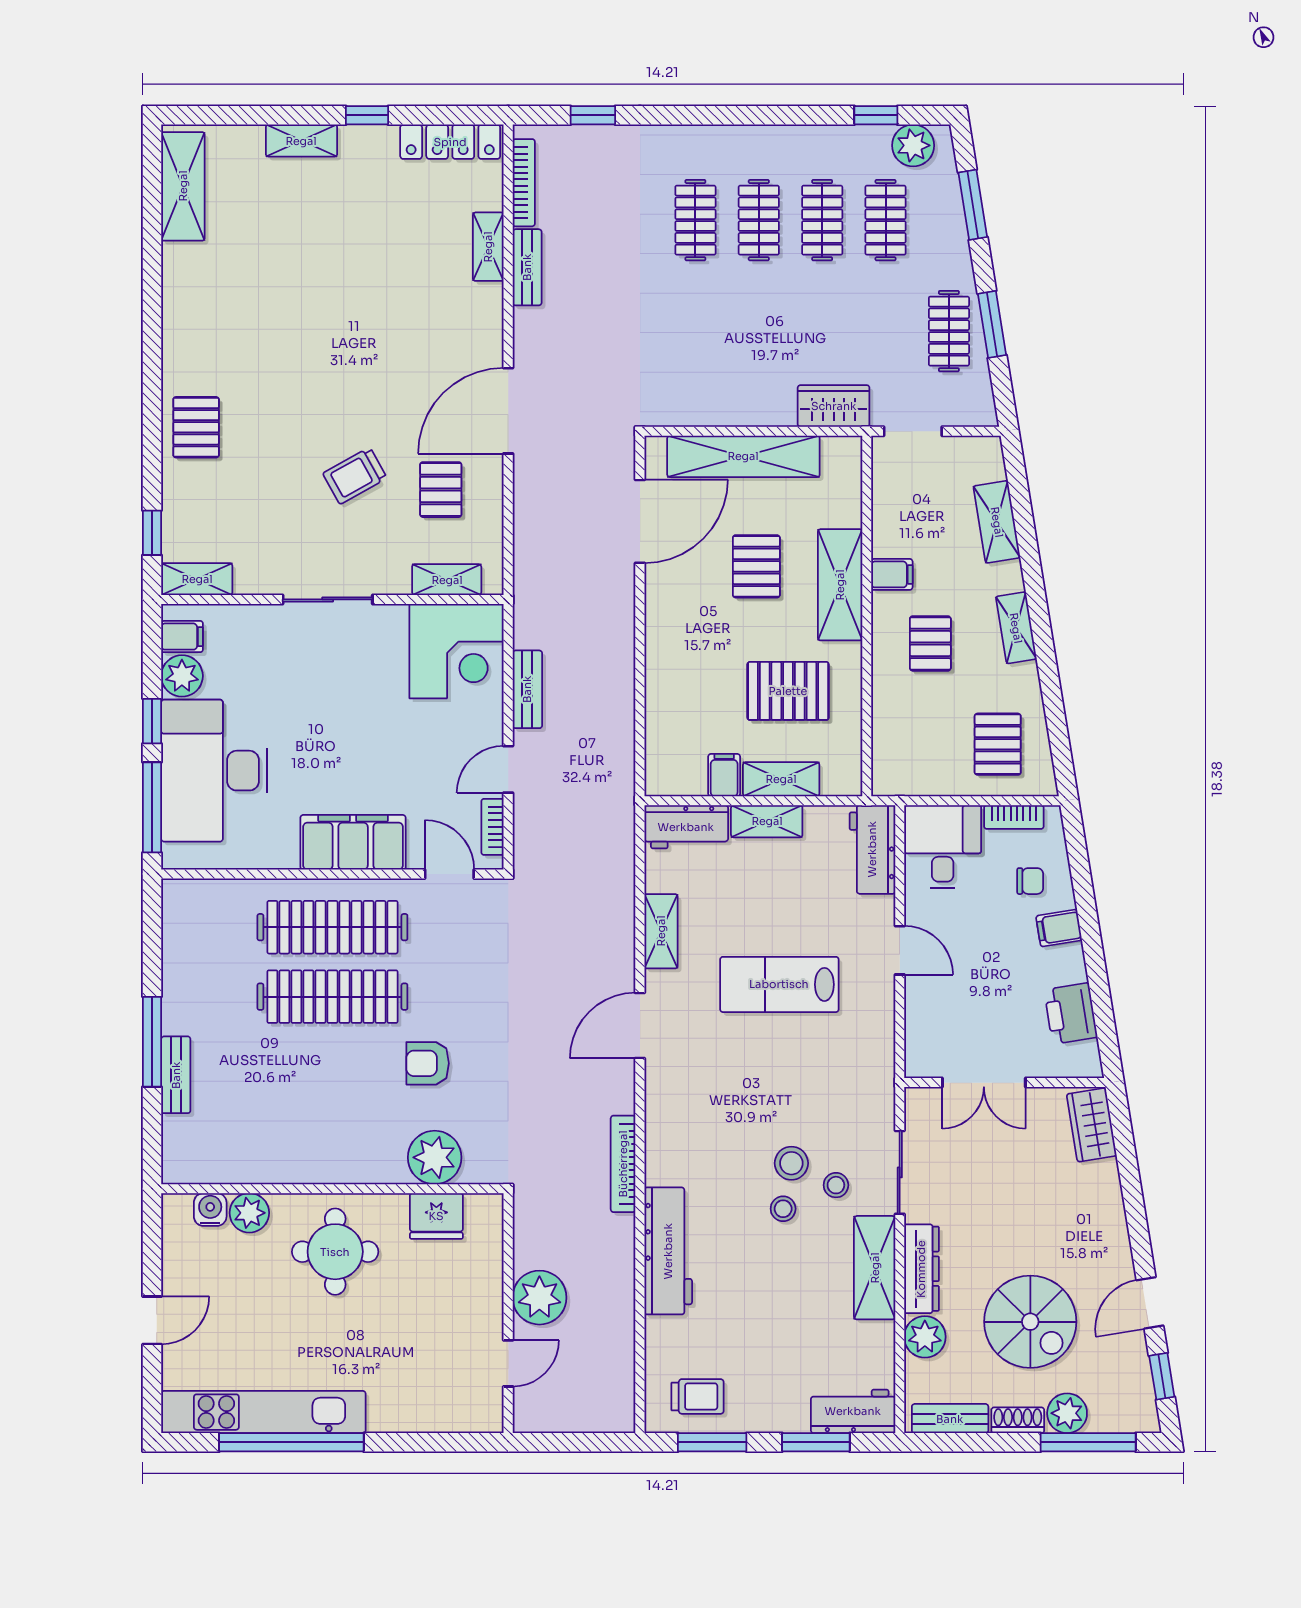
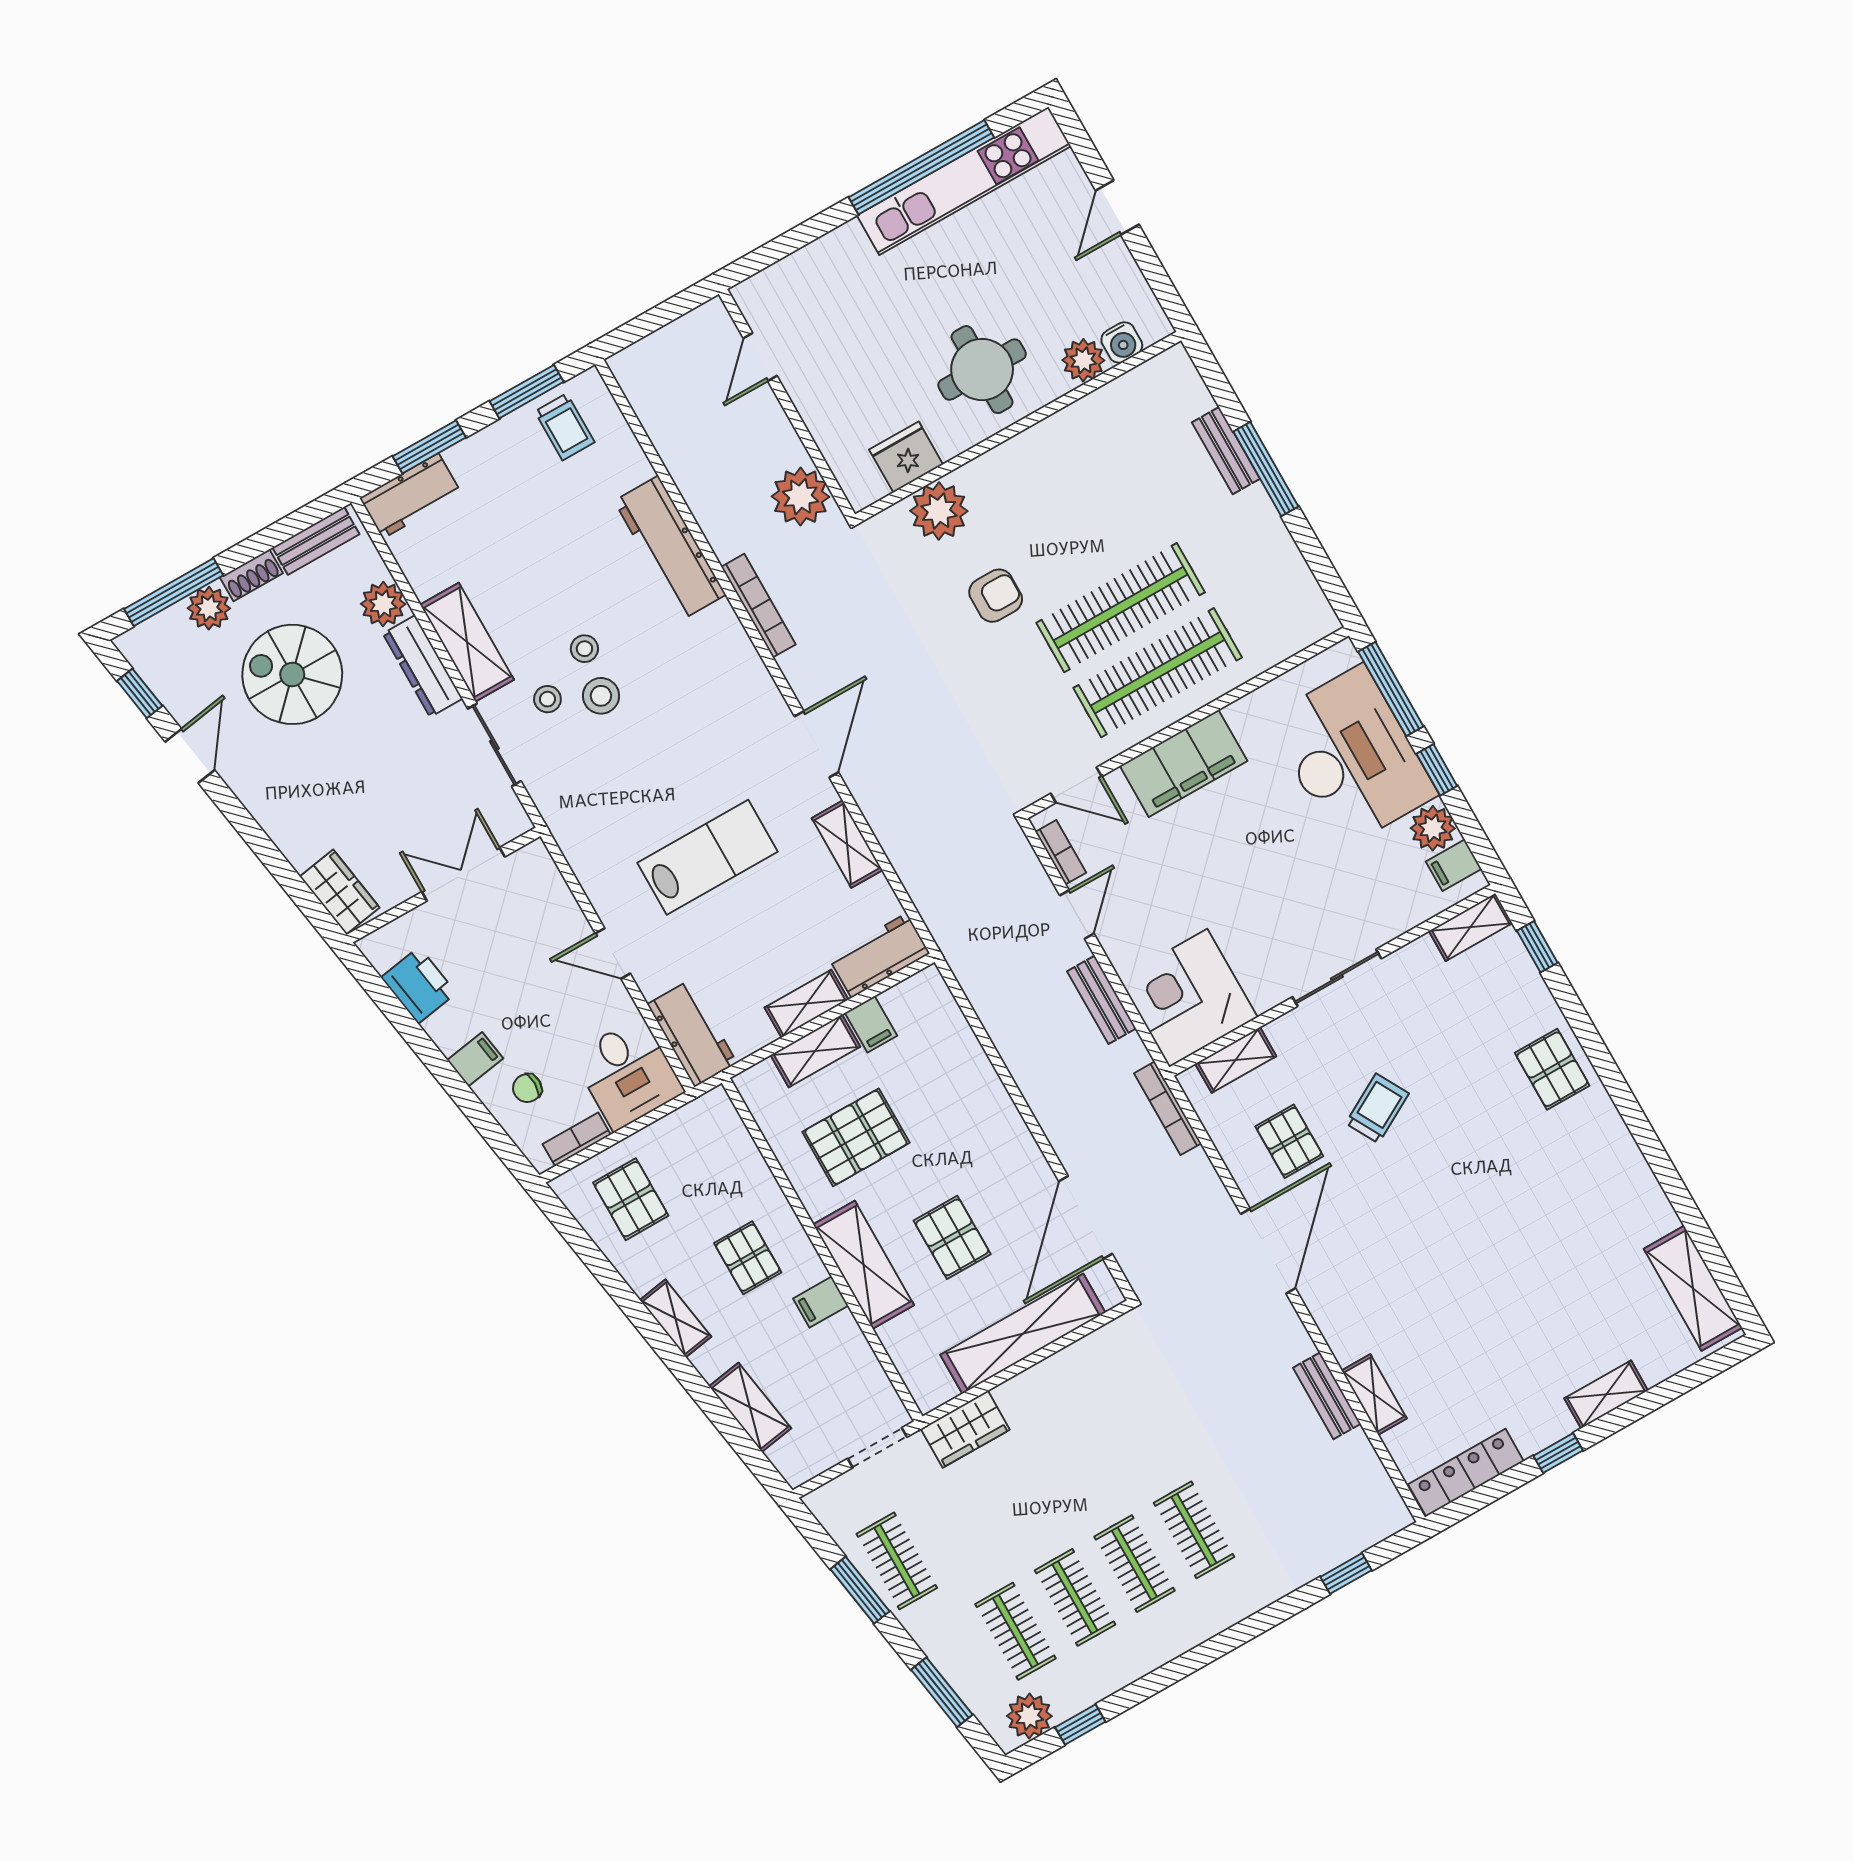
bookcase: (524, 183) -> (1168, 1108), moved
plant: (539, 1298) -> (801, 497), moved
trolley: (698, 1396) -> (565, 427), turned -90

